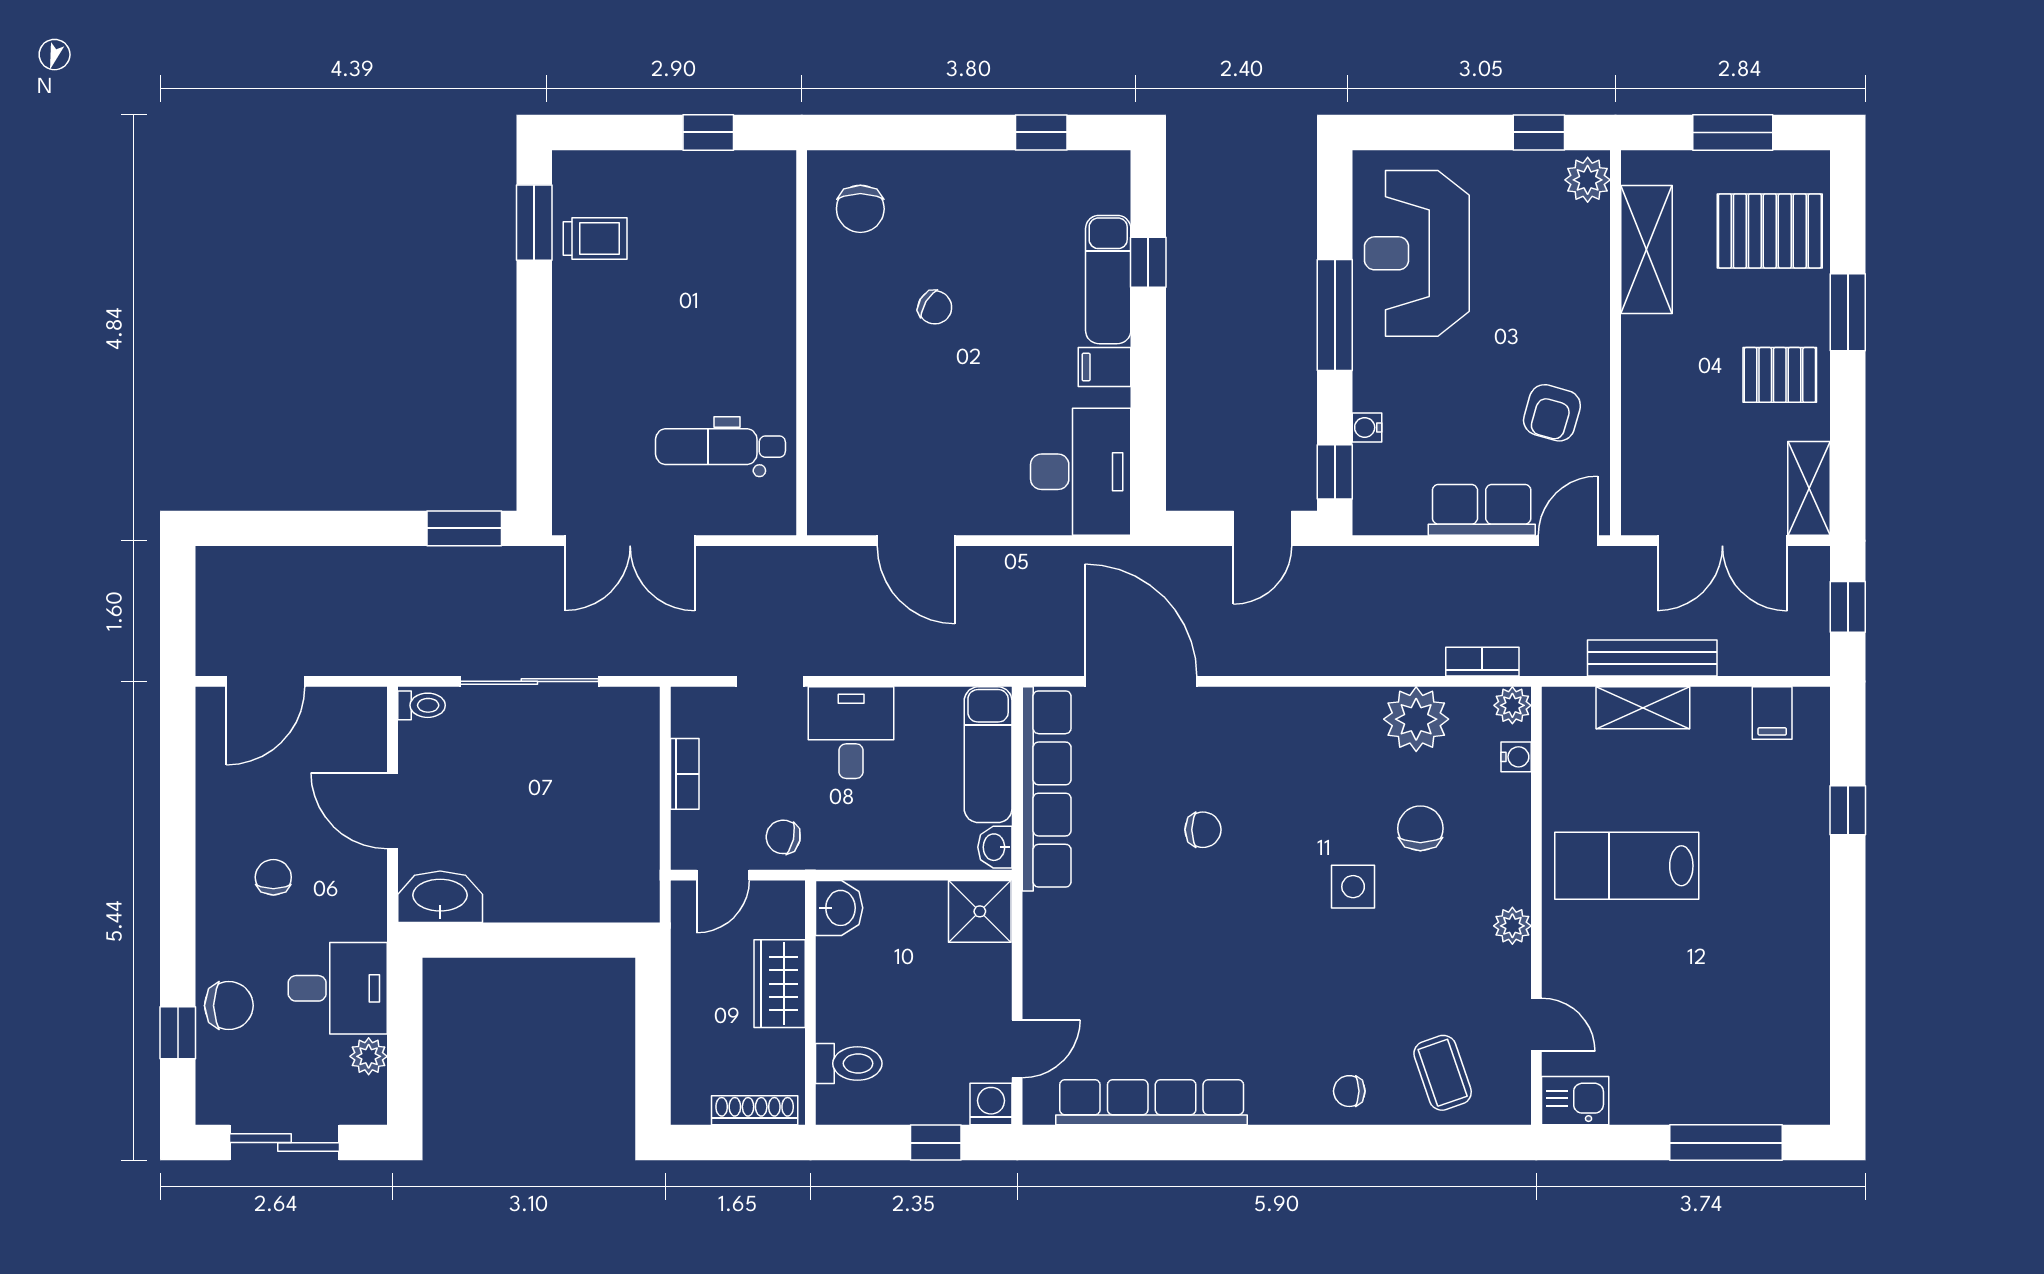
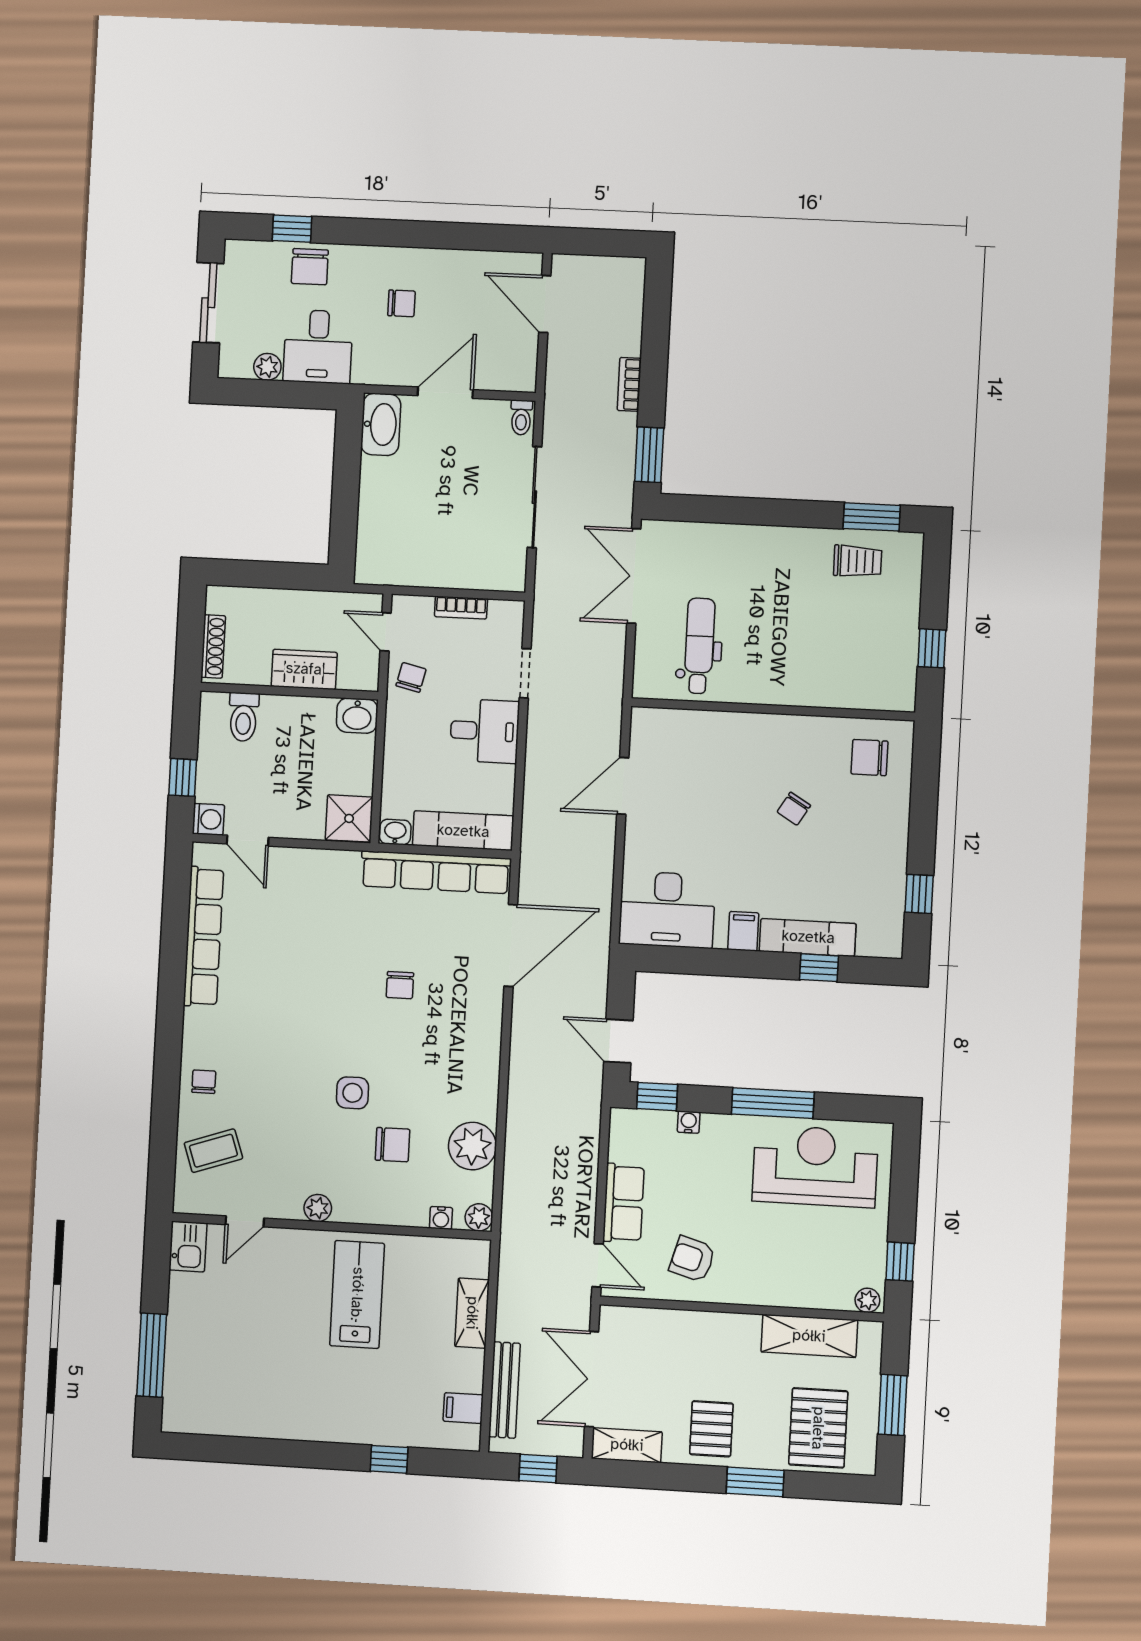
plant: (1588, 180) -> (867, 1300), width x0.73, depth x0.73
trolley: (595, 239) -> (858, 561), turned -90
bench: (1652, 658) -> (505, 1390), moved
bookcase: (1482, 662) -> (629, 384), moved, turned 180

